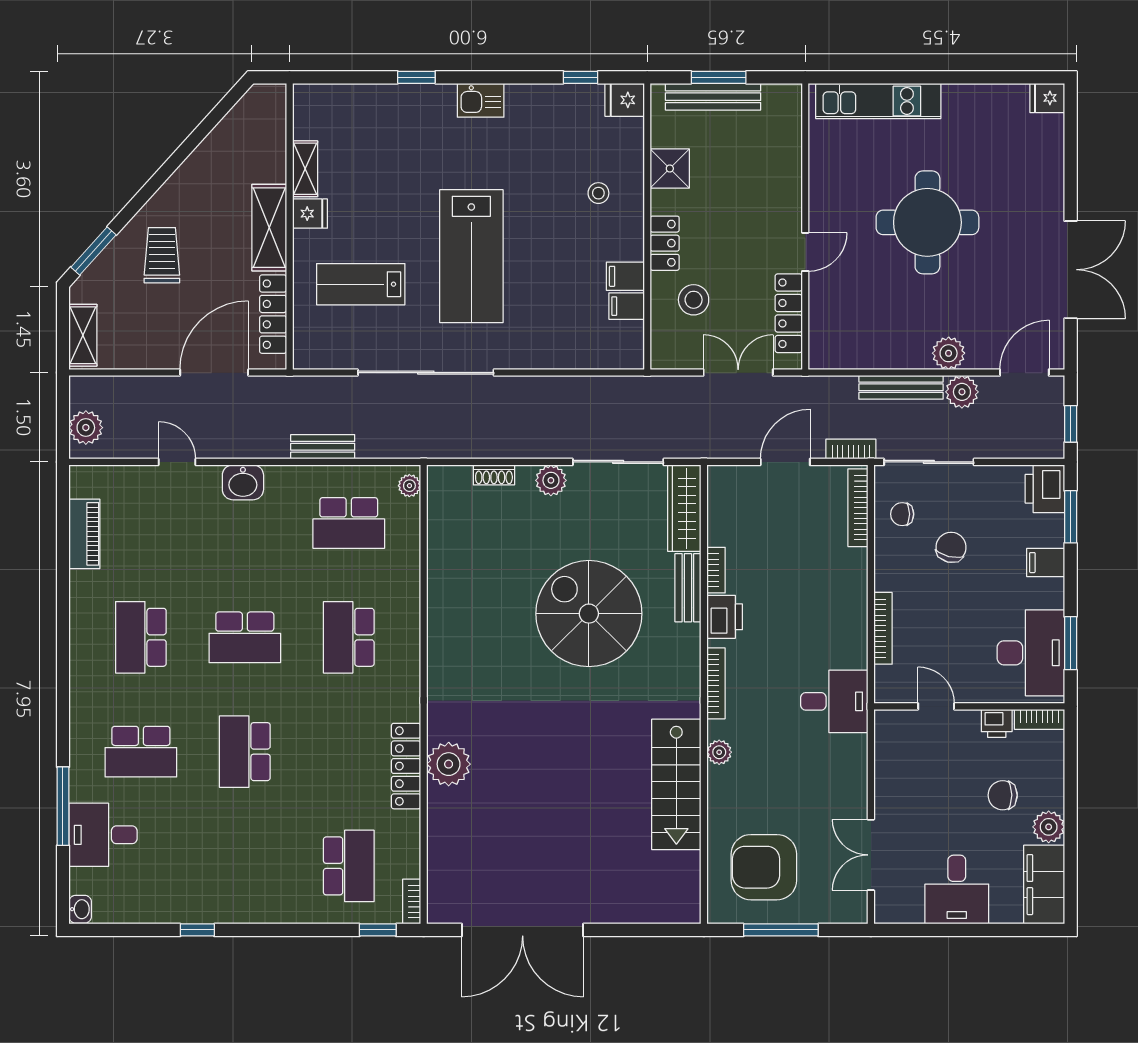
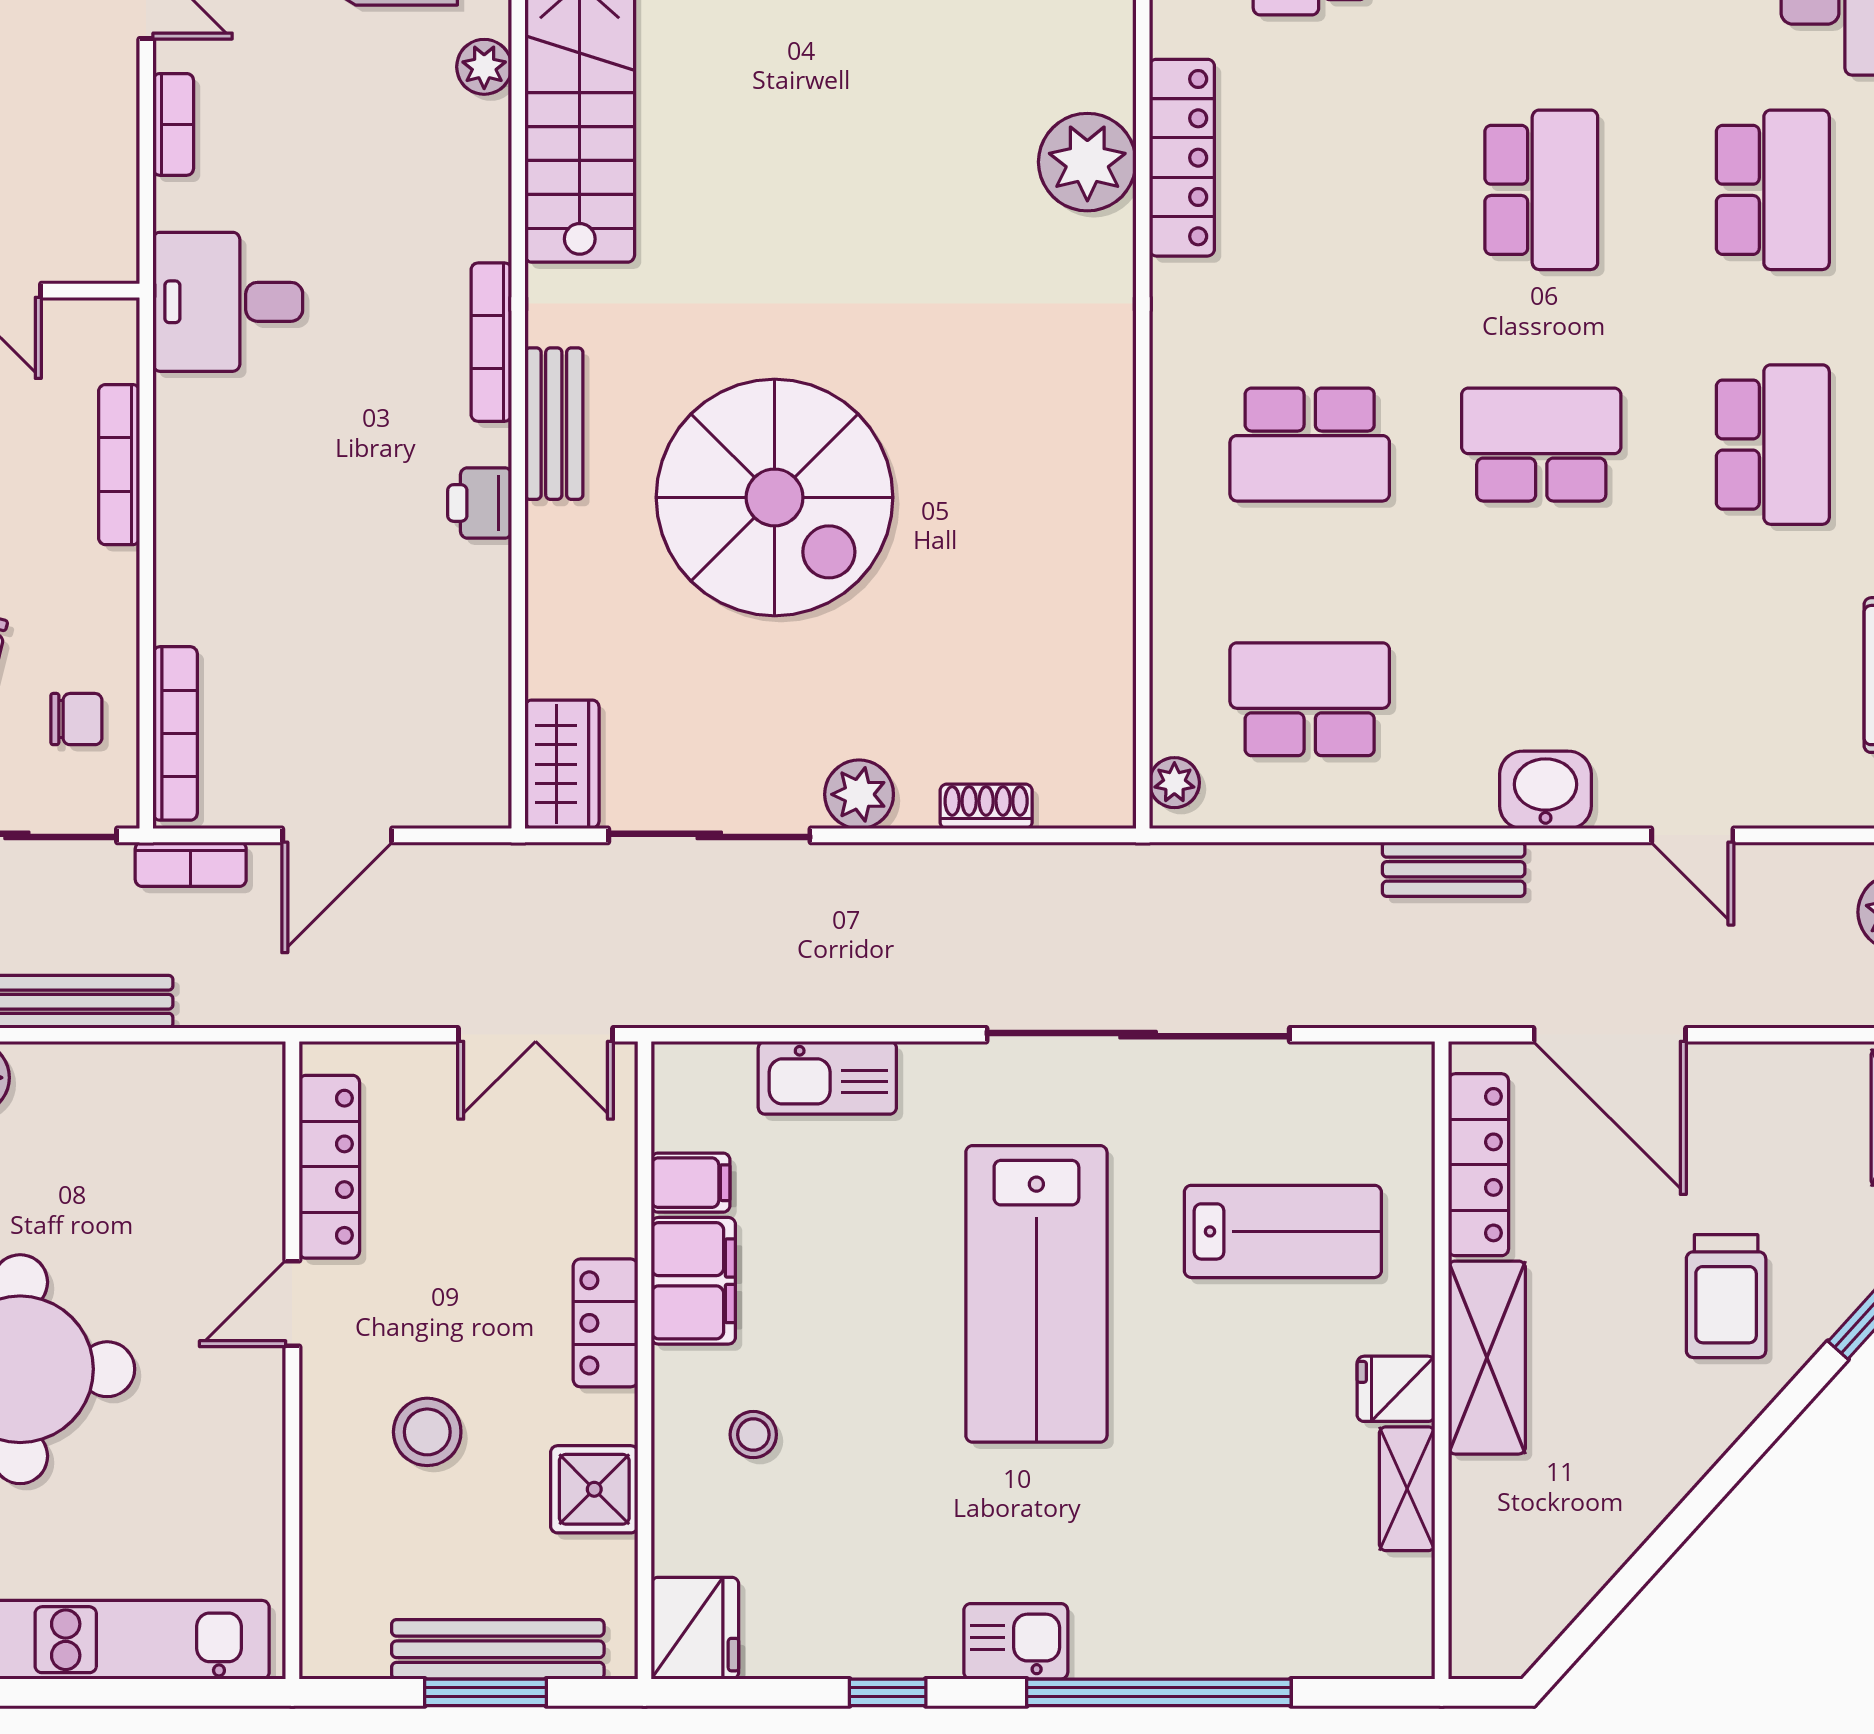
window: (416, 77) -> (1159, 1692), width x3.17
window: (581, 77) -> (888, 1692), moved
fridge: (625, 100) -> (695, 1628), width x1.38
lab bench: (471, 256) -> (1036, 1294), turned 180
filing cabinet: (625, 276) -> (693, 1281), width x2.00
stool: (694, 300) -> (427, 1432), moved
kitchen sink: (565, 353) -> (827, 1078), added
door: (214, 373) -> (1610, 1035), hinge flipped
double door: (738, 373) -> (536, 1035), moved
bench: (323, 447) -> (1454, 869), moved
wardrobe: (684, 508) -> (562, 764), width x0.67
bookcase: (716, 570) -> (173, 124), moved, turned 180
bench: (688, 588) -> (554, 424), moved
printer: (725, 617) -> (480, 503), width x0.73, depth x0.81
school desk: (349, 637) -> (1310, 445), turned 90
school desk: (141, 752) -> (1773, 190), turned 90
plant: (719, 752) -> (484, 67), moved

